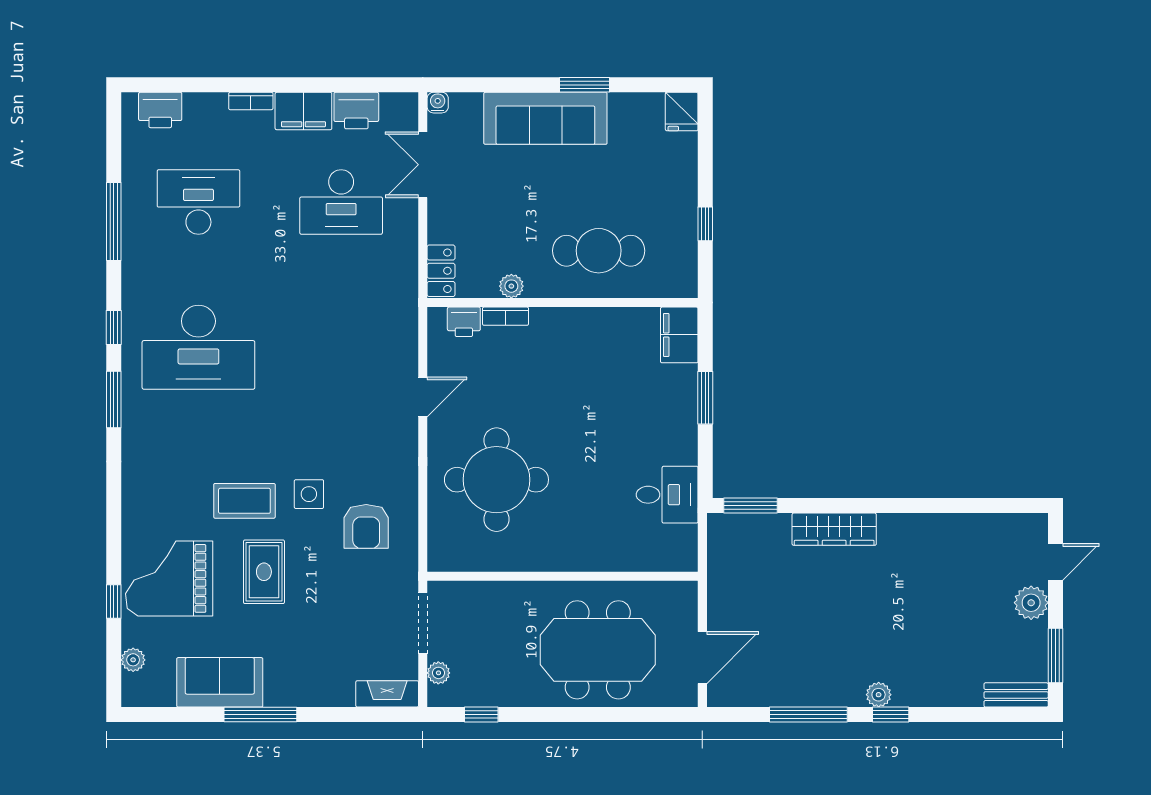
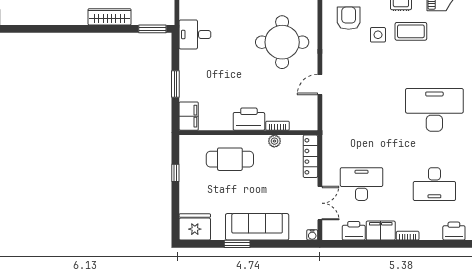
fridge: (682, 112) -> (195, 227), width x1.88, depth x1.34
locker: (441, 271) -> (310, 156), width x1.53
printer: (464, 322) -> (249, 119), moved, width x1.87, depth x1.48

